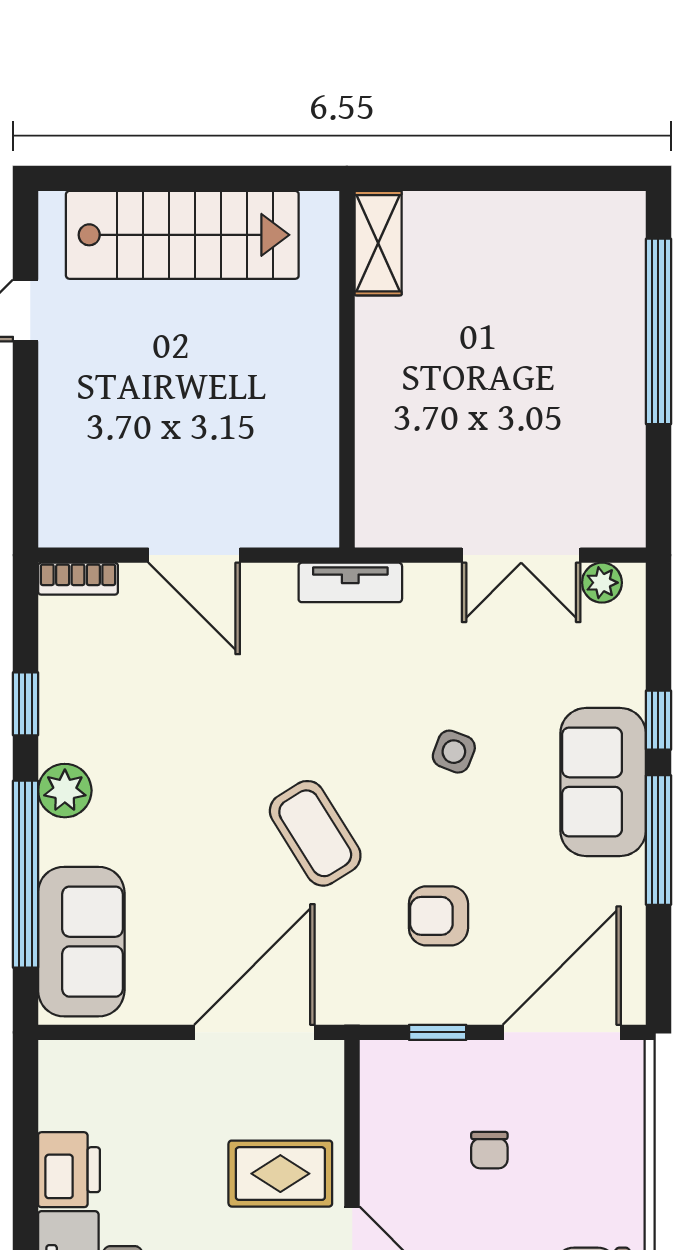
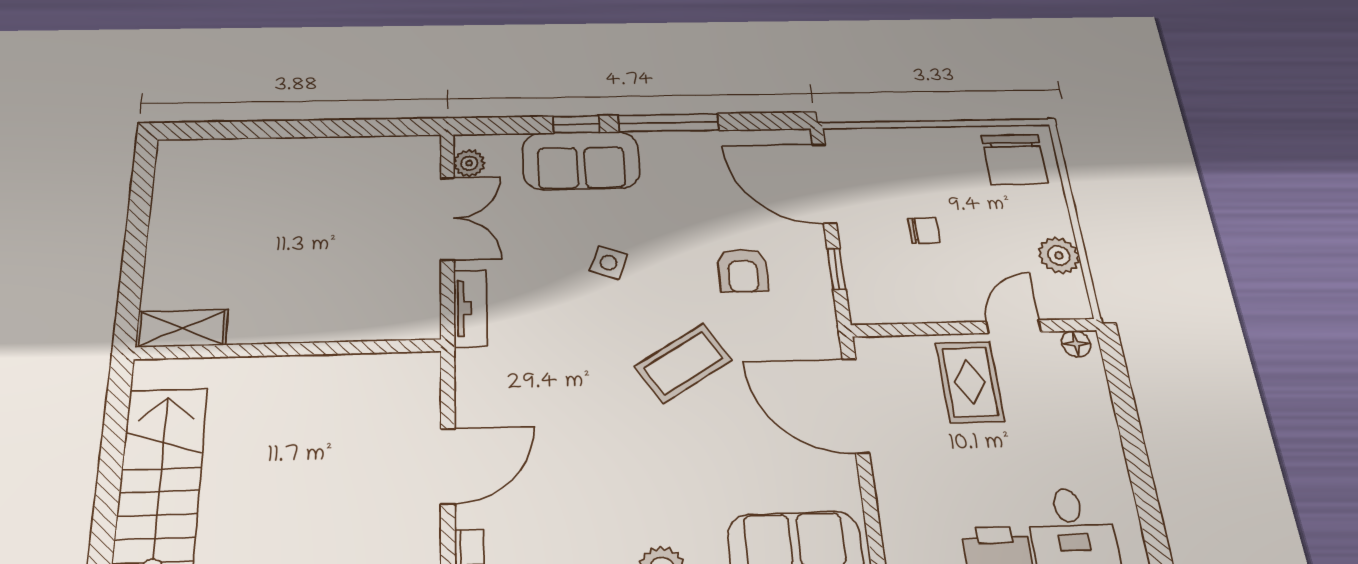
window: (658, 331) -> (271, 129), removed
tv unit: (350, 582) -> (470, 308), moved
sofa: (603, 782) -> (581, 160), moved

